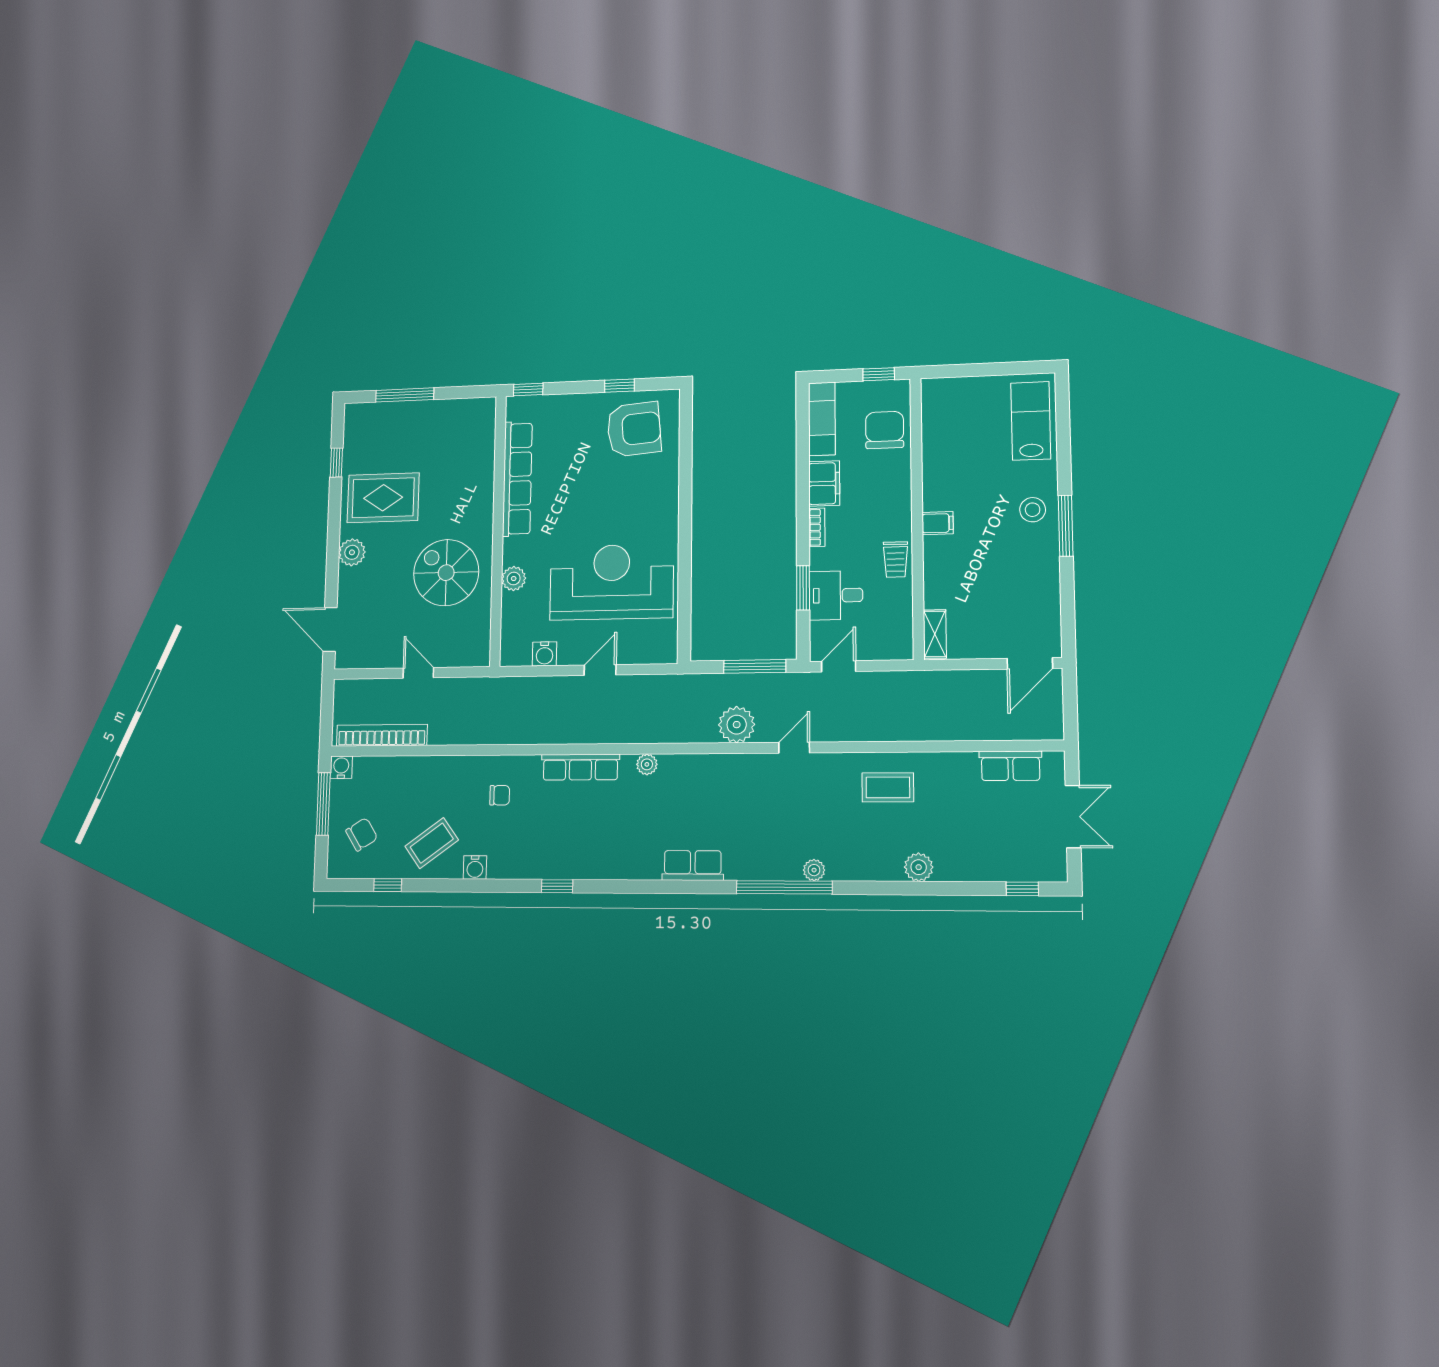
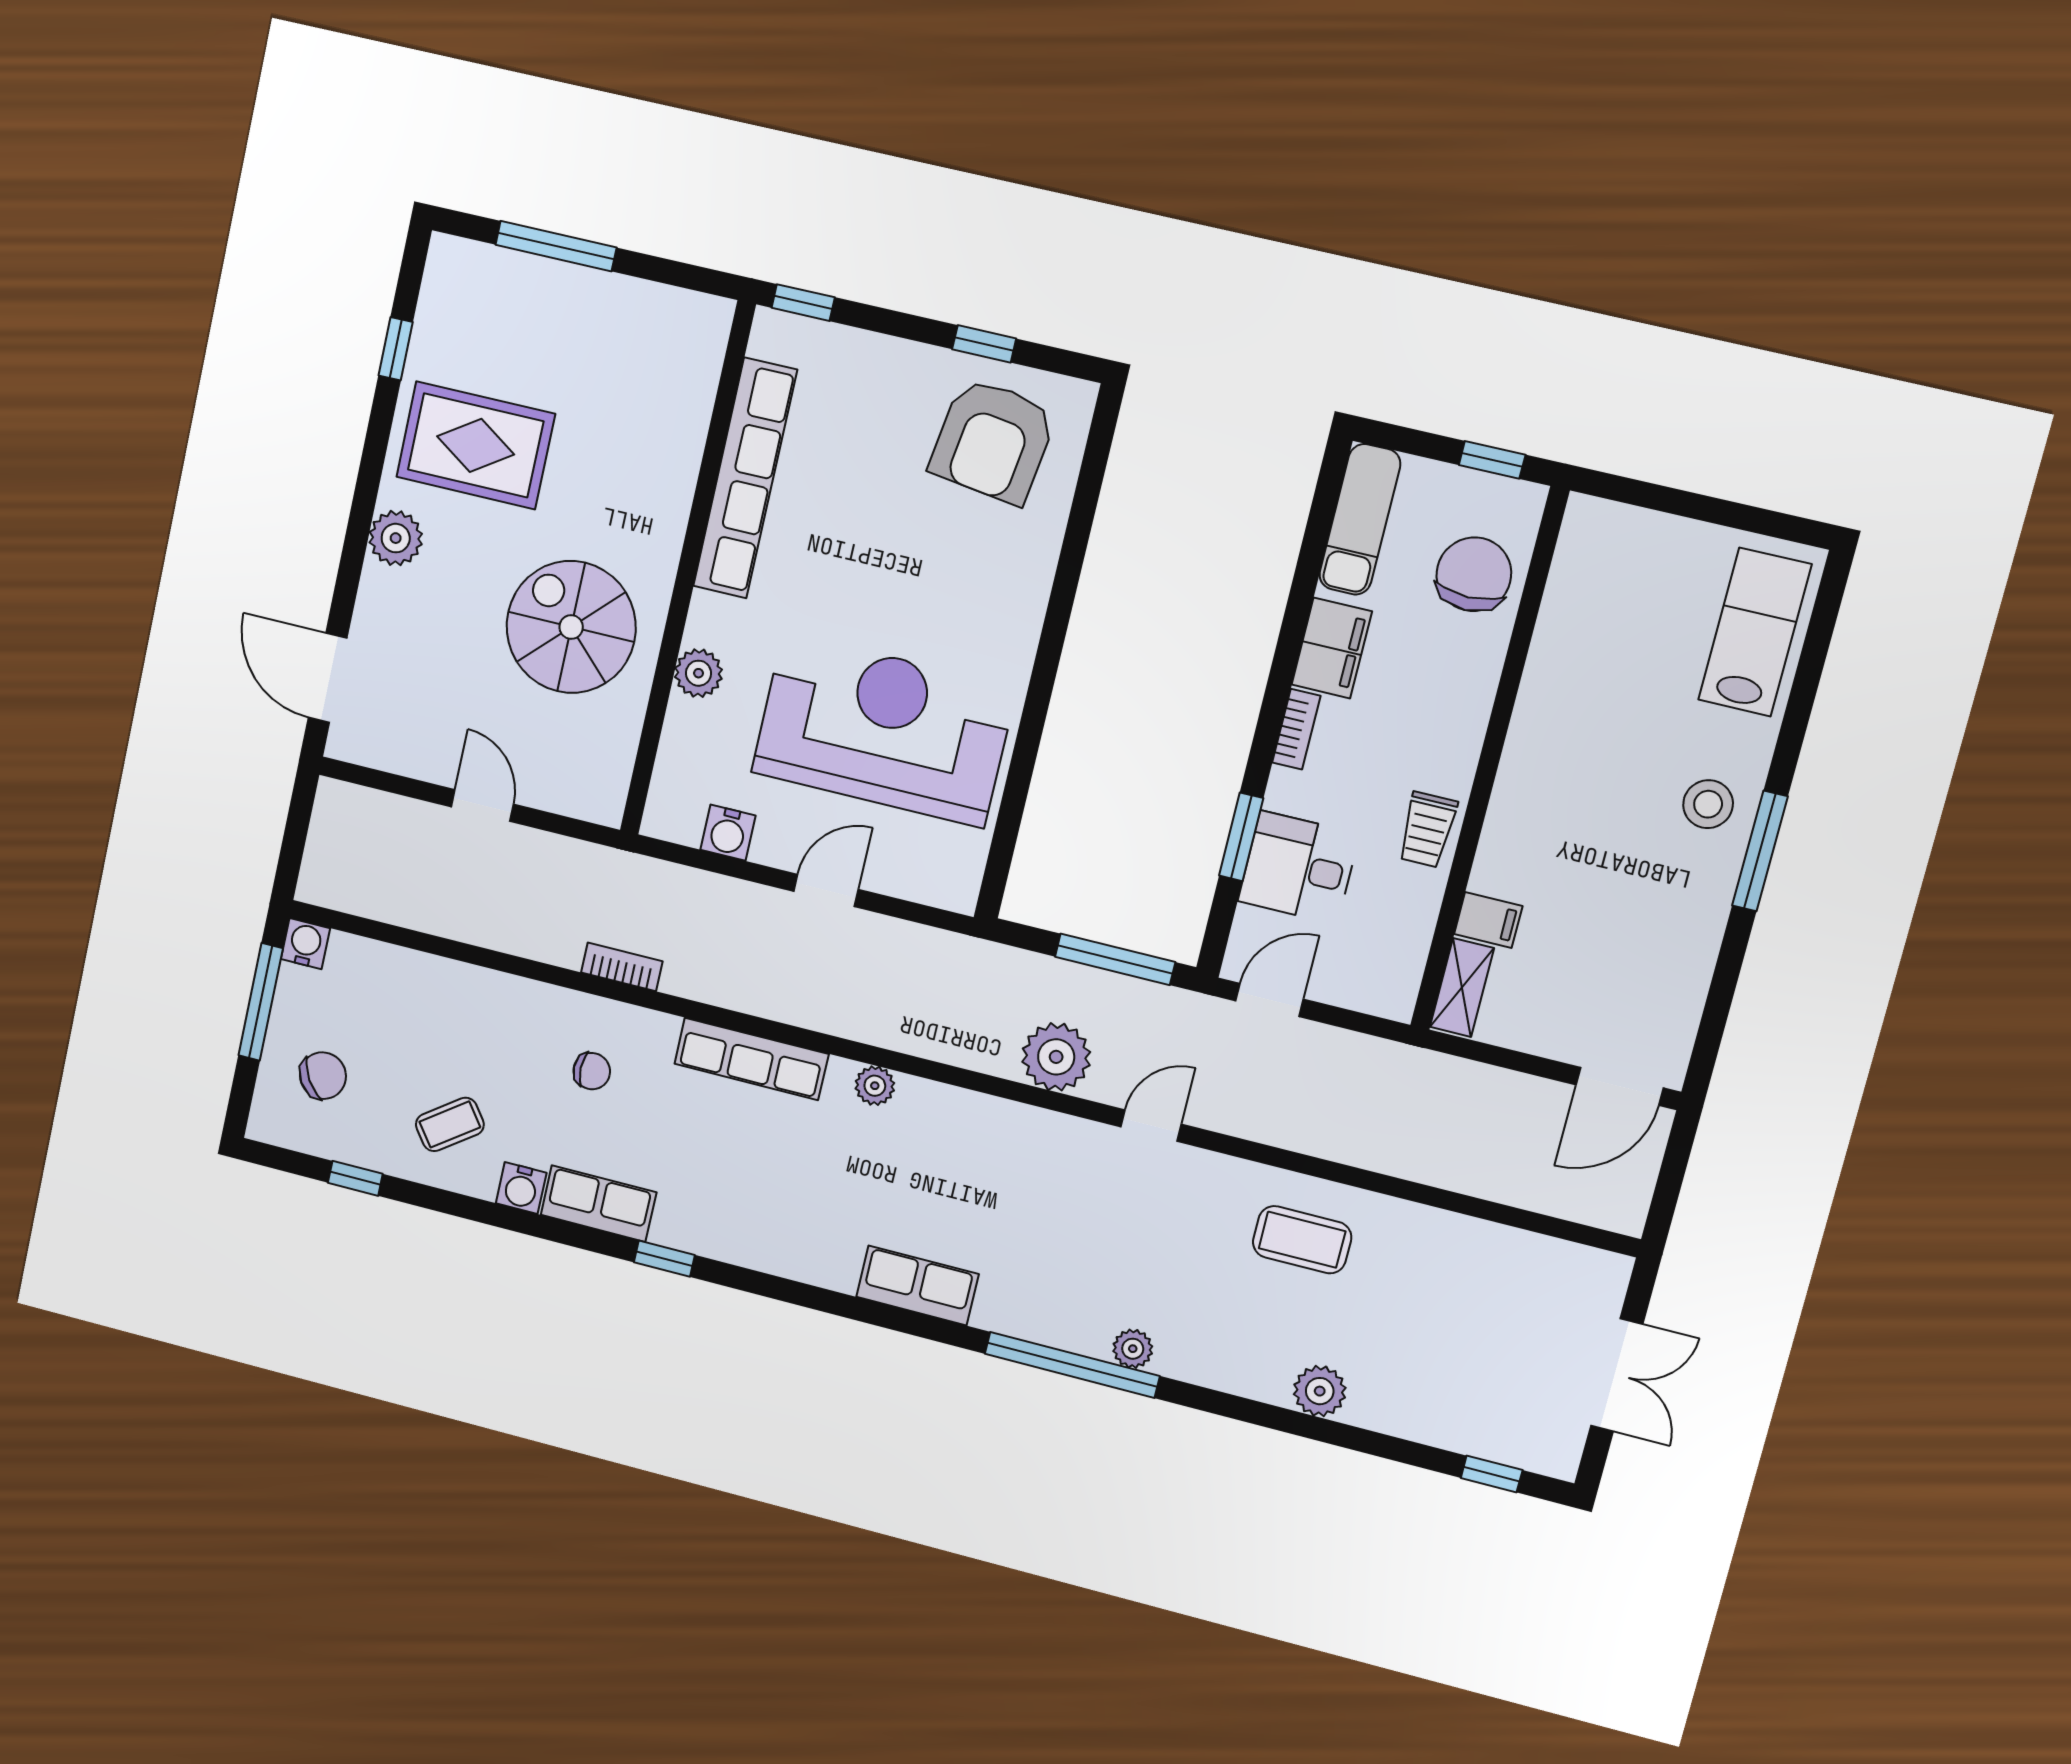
armchair: (634, 429) -> (993, 441), turned 103
filing cabinet: (938, 523) -> (1488, 920), moved
bookcase: (382, 735) -> (622, 967), moved, width x0.43, depth x0.76
row of seats: (1011, 766) -> (599, 1204), moved, turned 180
coffee table: (432, 843) -> (450, 1124), width x0.73, depth x0.77

